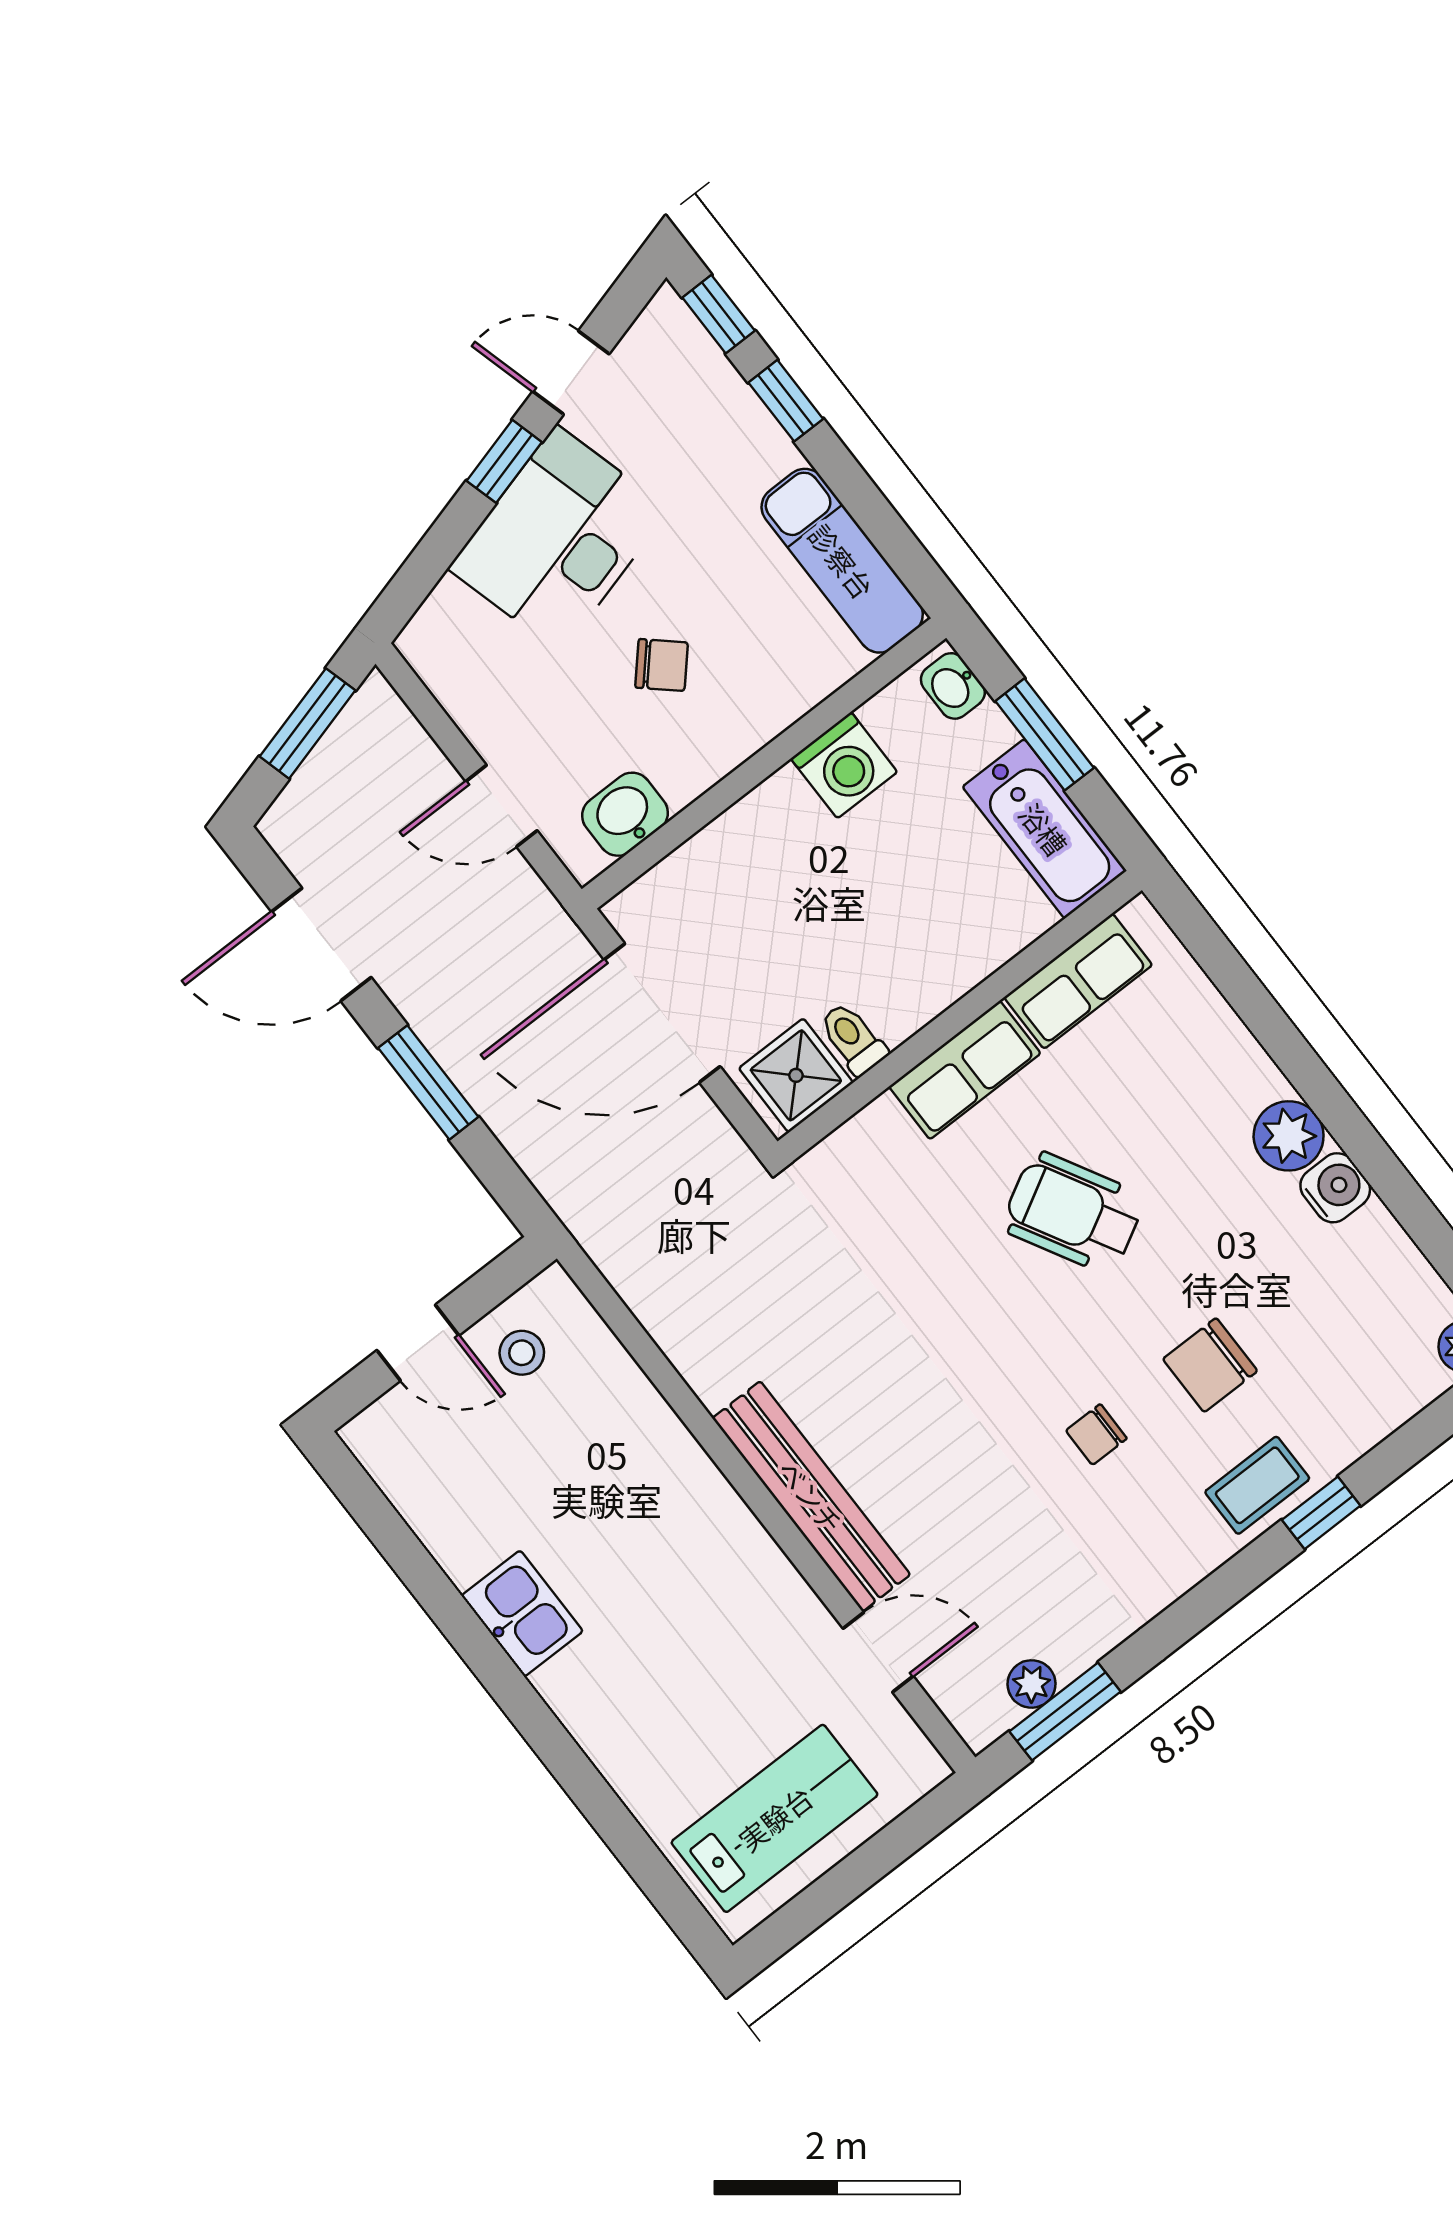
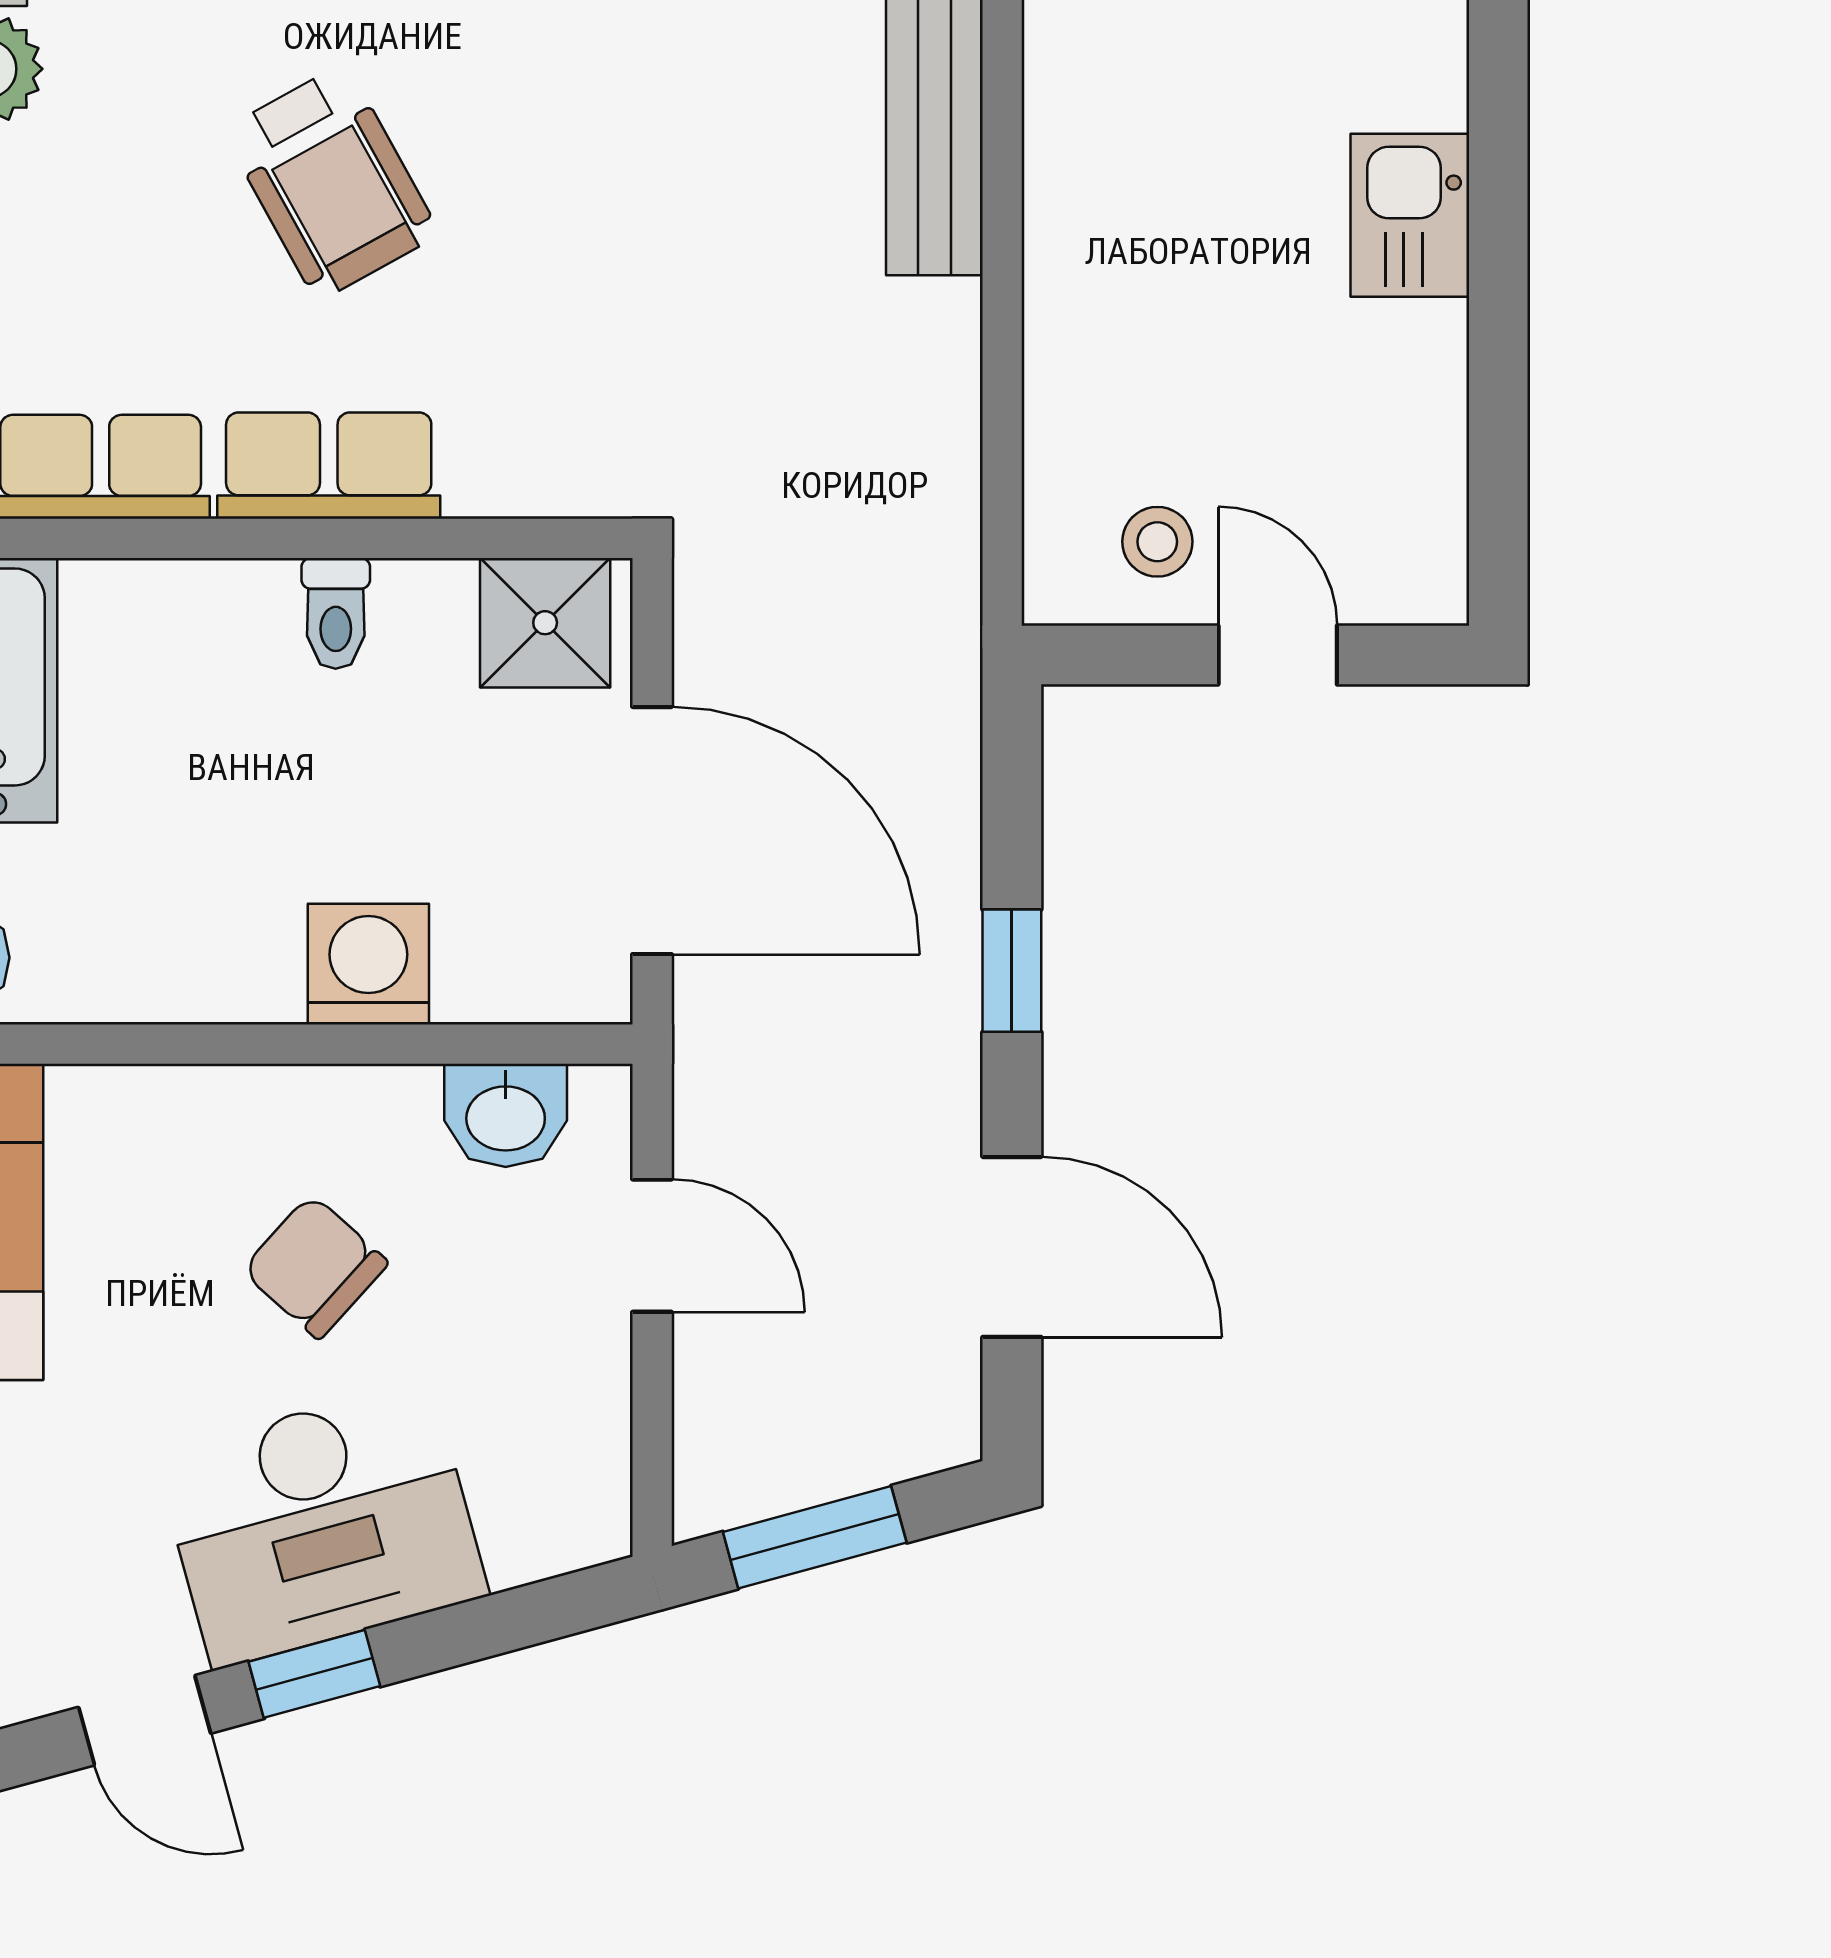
chair: (662, 665) -> (315, 1267), width x1.37, depth x1.37
washing machine: (844, 765) -> (368, 964), moved
toilet: (853, 1039) -> (336, 613), moved
window: (428, 1082) -> (1012, 971), width x0.67

